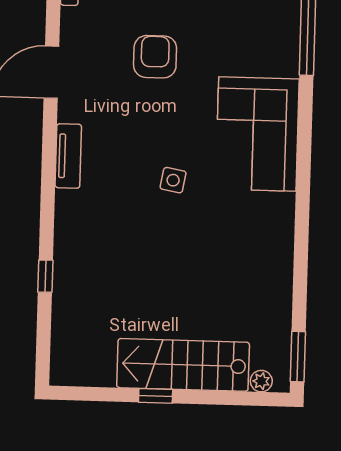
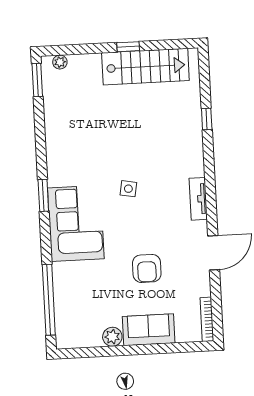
window: (303, 181) -> (43, 195), added
stairs: (183, 365) -> (145, 67), moved

